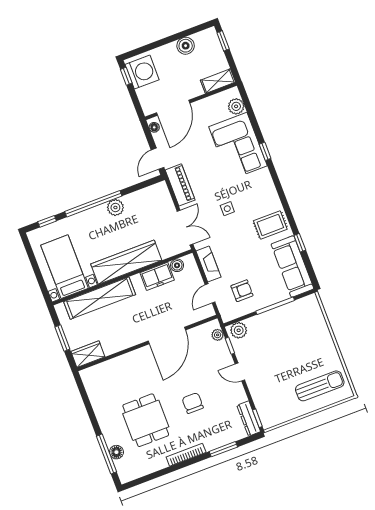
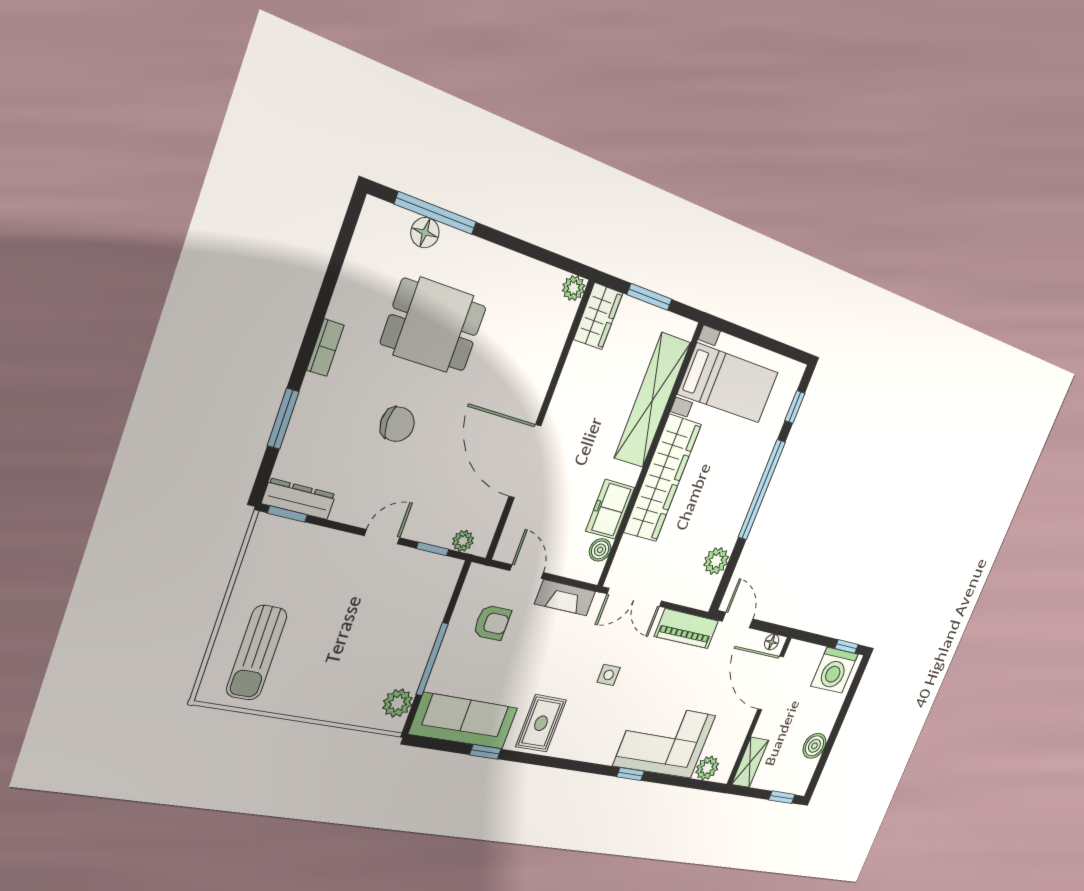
plant: (115, 208) -> (716, 561), moved
armchair: (242, 291) -> (492, 623), turned -90
plant: (239, 330) -> (398, 703), moved
plant: (86, 375) -> (574, 288), added
bookcase: (186, 455) -> (325, 348), width x0.64

